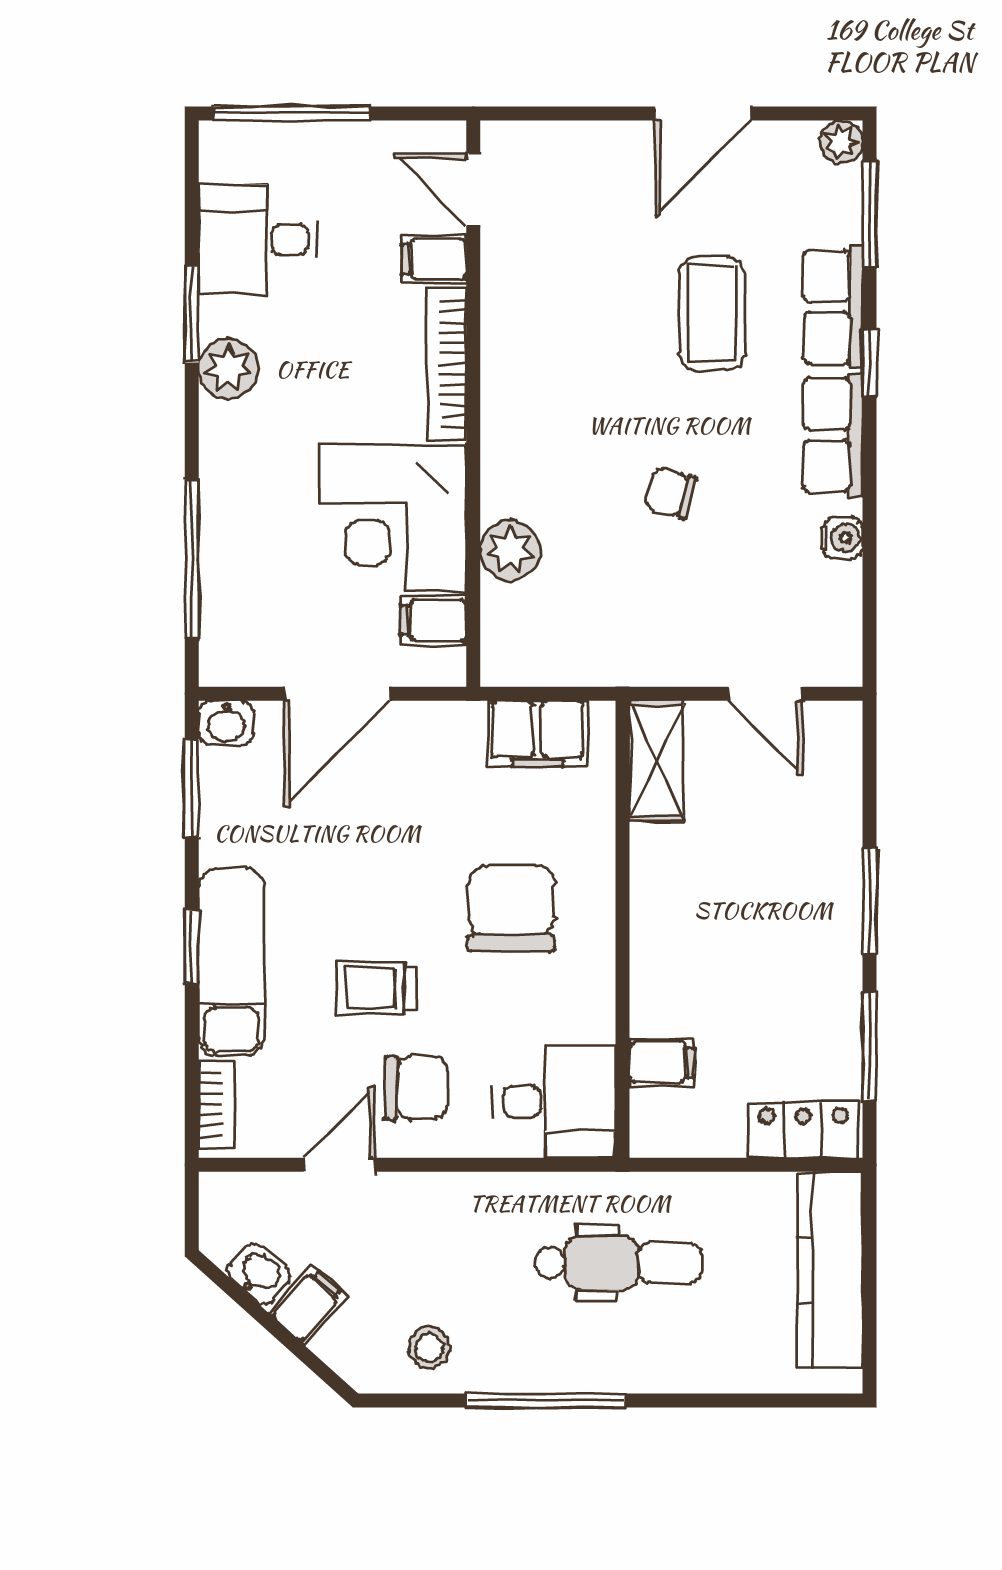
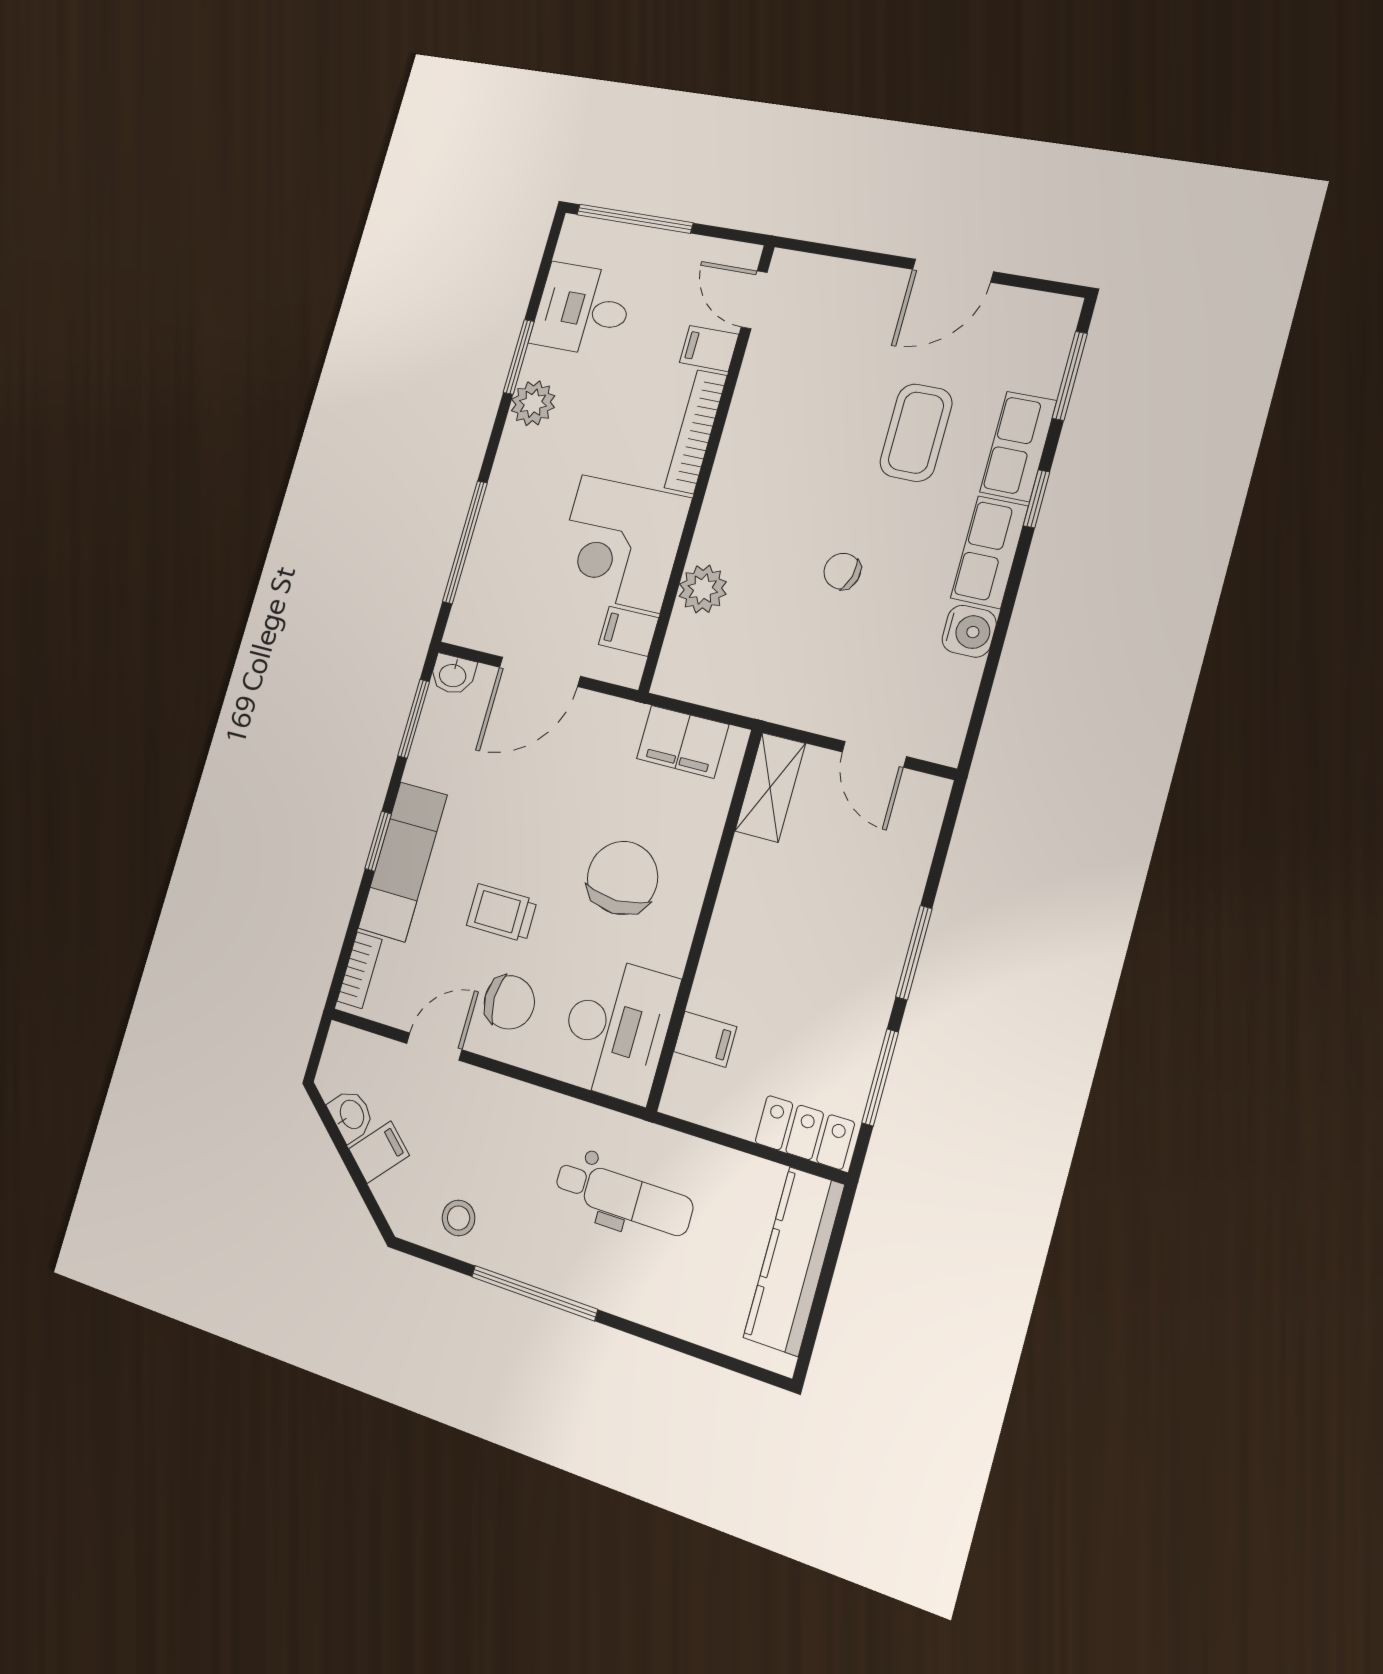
plant: (841, 142) -> (1062, 312), removed
water cooler: (842, 538) -> (969, 631), width x1.38, depth x1.38
desk: (555, 1102) -> (616, 1029), width x1.37

